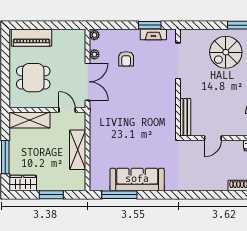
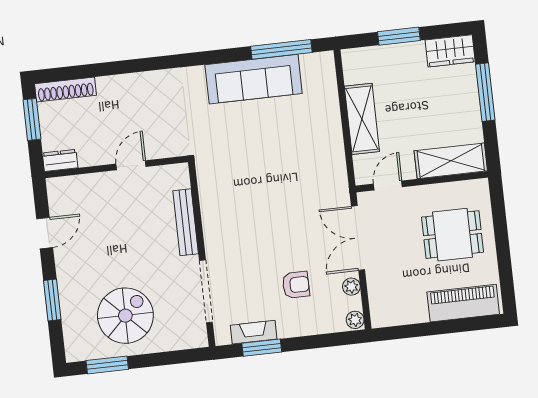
armchair: (126, 59) -> (296, 285), turned 90
door: (67, 110) -> (388, 185), swing flipped
bench: (185, 117) -> (186, 222), moved

